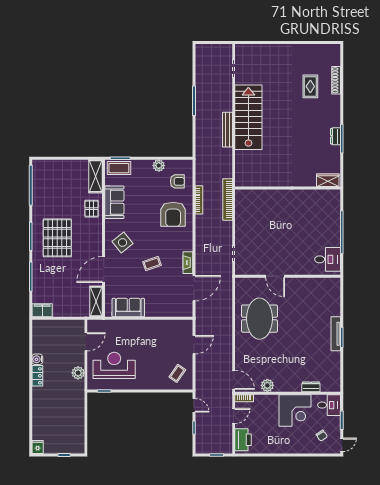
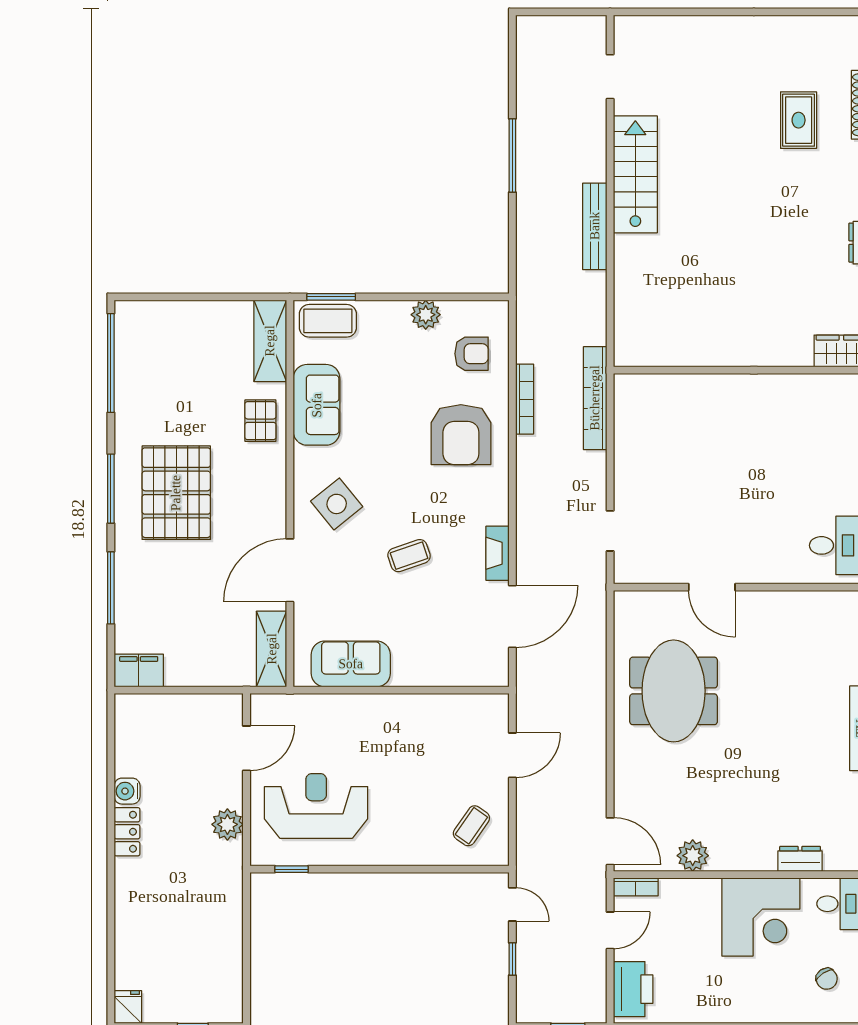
stairs: (248, 117) -> (635, 174), width x0.73, depth x0.66

